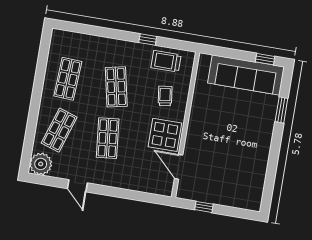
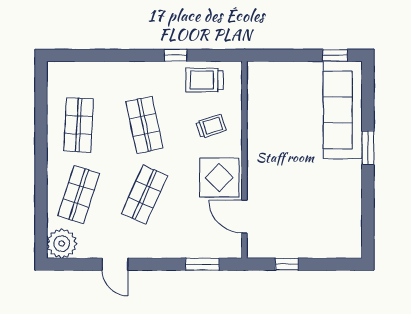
sofa: (246, 75) -> (343, 110), moved, turned 90
trolley: (165, 96) -> (211, 126), turned 80
window: (281, 110) -> (368, 148), moved
shop shelf: (108, 138) -> (144, 195), turned 30
window: (142, 197) -> (202, 264), added

